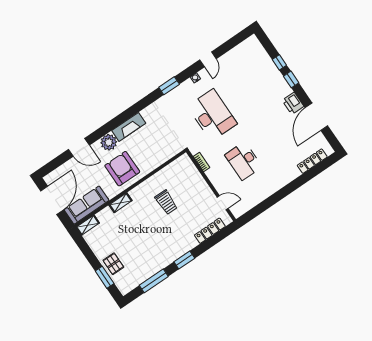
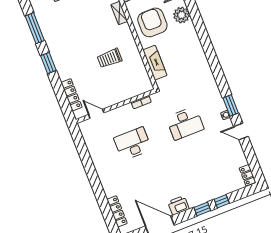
locker: (249, 43) -> (248, 175), added
window: (169, 86) -> (231, 105), moved
desk: (212, 115) -> (185, 123), width x0.73, depth x0.77
fireplace: (129, 127) -> (155, 63), moved, turned 180
armchair: (122, 169) -> (152, 22), turned -90
door: (223, 203) -> (96, 114), swing flipped

